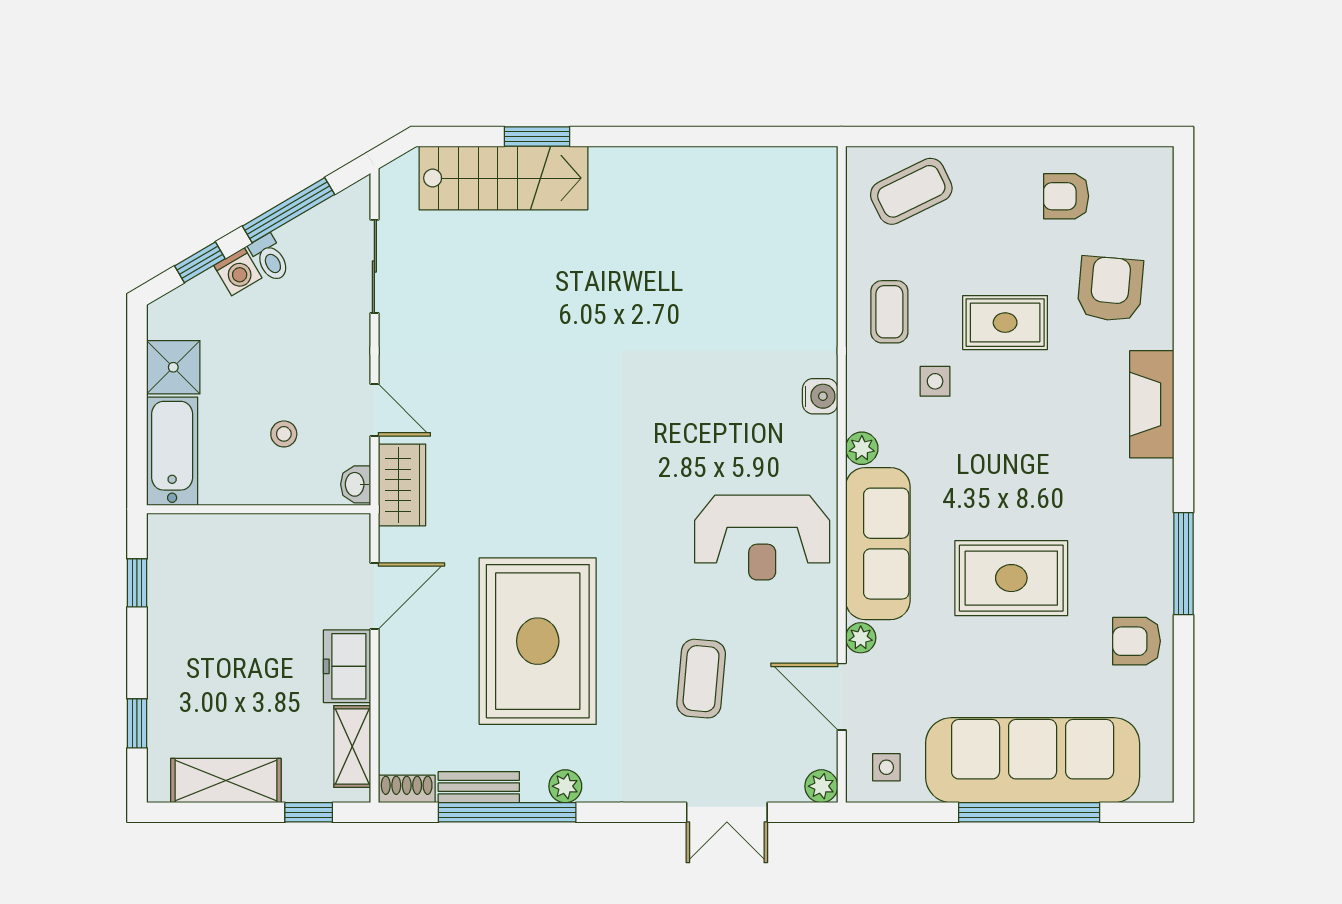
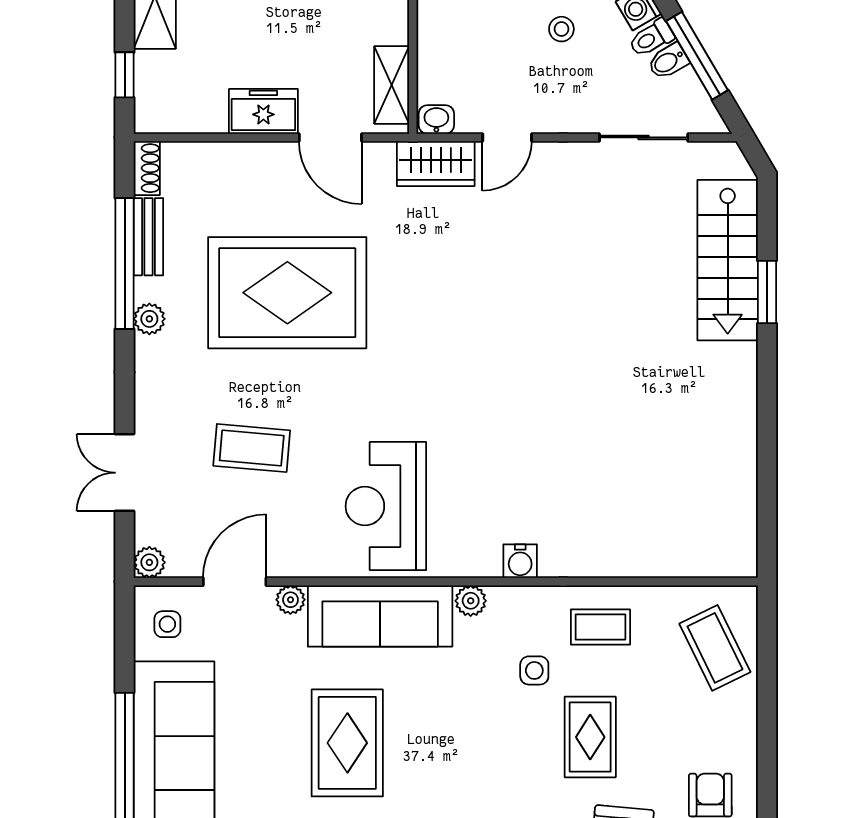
bidet: (294, 241) -> (668, 61), added
stool: (284, 434) -> (561, 29), moved
shelving: (352, 746) -> (392, 85), moved, turned 90

